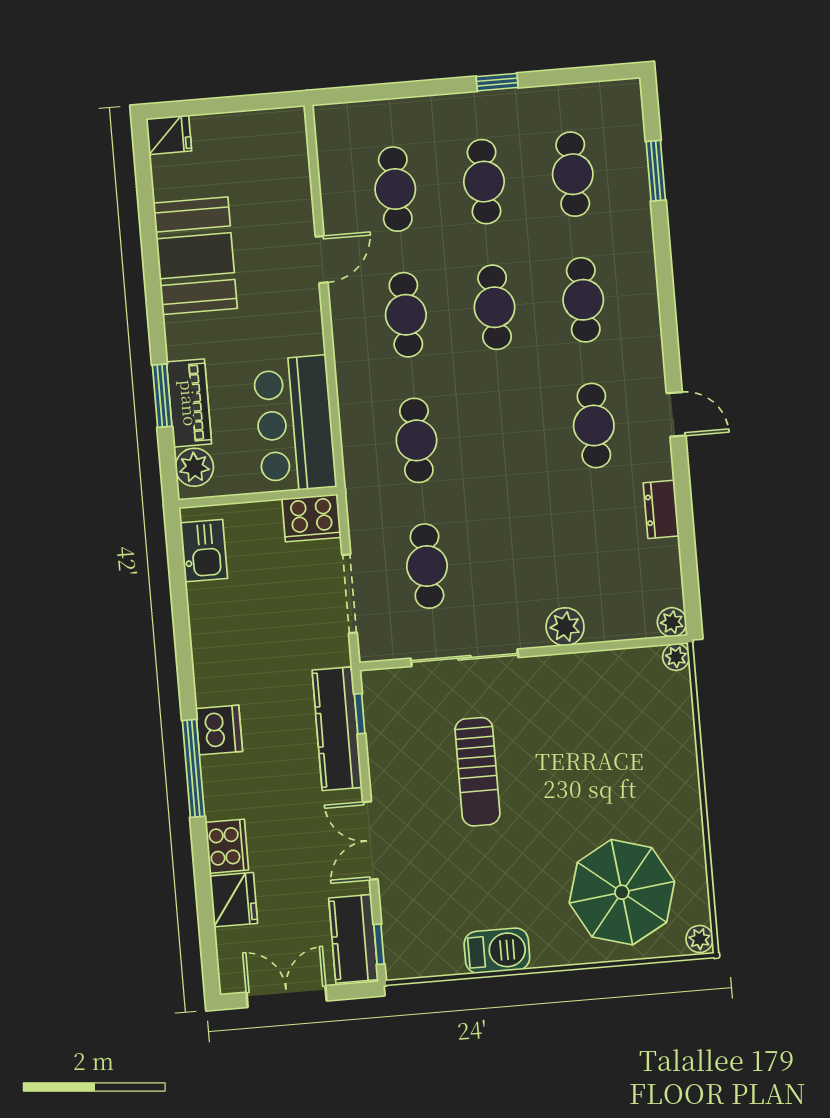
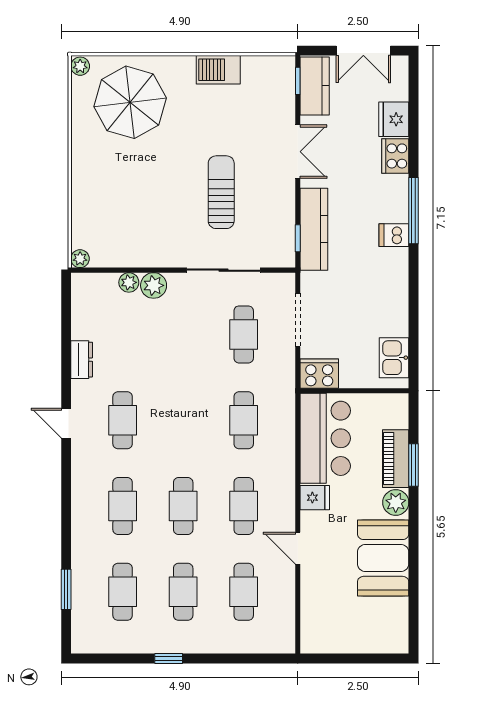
fridge: (169, 135) -> (315, 498), moved, turned 180
door: (322, 260) -> (298, 548), hinge flipped
plant: (194, 467) -> (396, 502), moved
plant: (672, 622) -> (129, 282), moved
dishwasher: (219, 730) -> (394, 235), width x0.73

